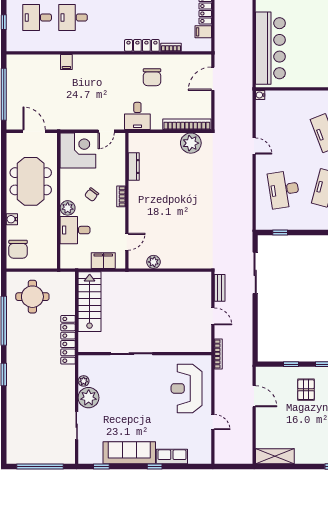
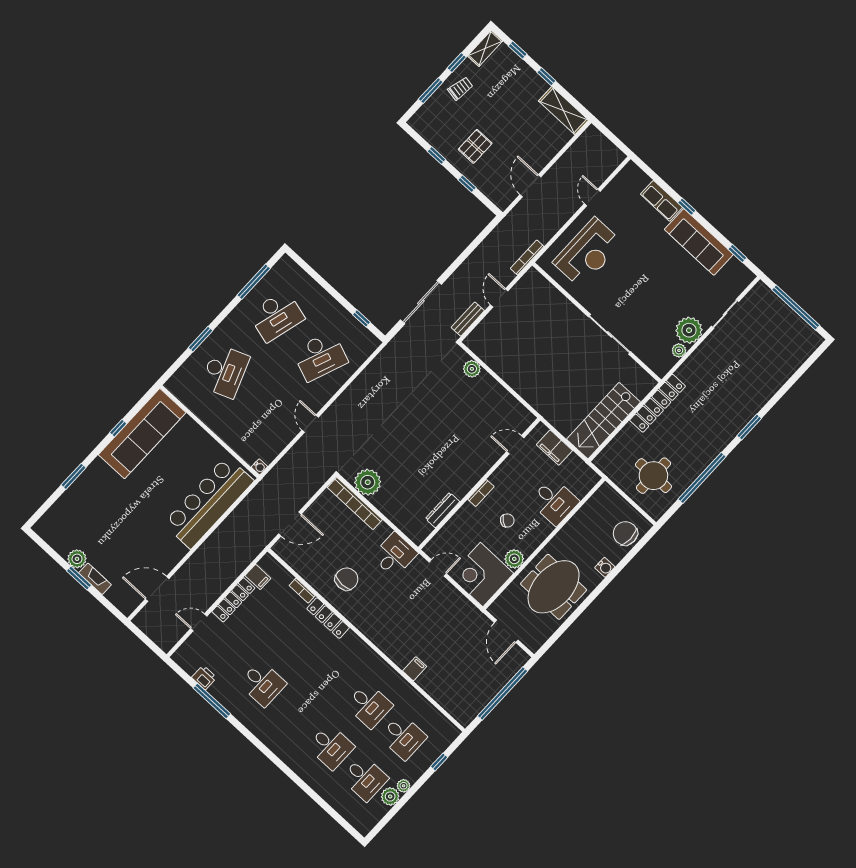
desk: (284, 189) -> (320, 356), turned 30
plant: (68, 208) -> (514, 559), moved
chair: (18, 249) -> (625, 533), turned -90
plant: (154, 262) -> (472, 369), moved
window: (302, 466) -> (546, 77), added

